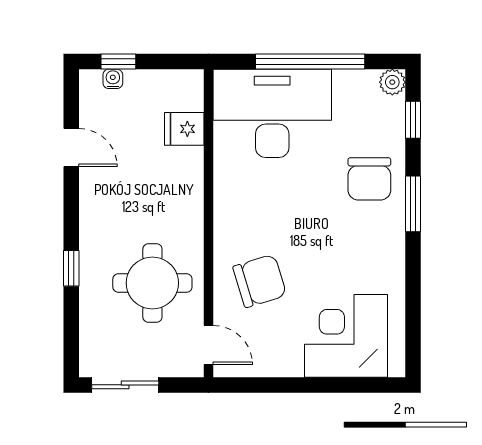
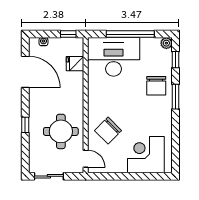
window: (118, 61) -> (68, 34), moved
door: (71, 147) -> (25, 72), width x1.87
chair: (260, 281) -> (108, 131), turned 152

